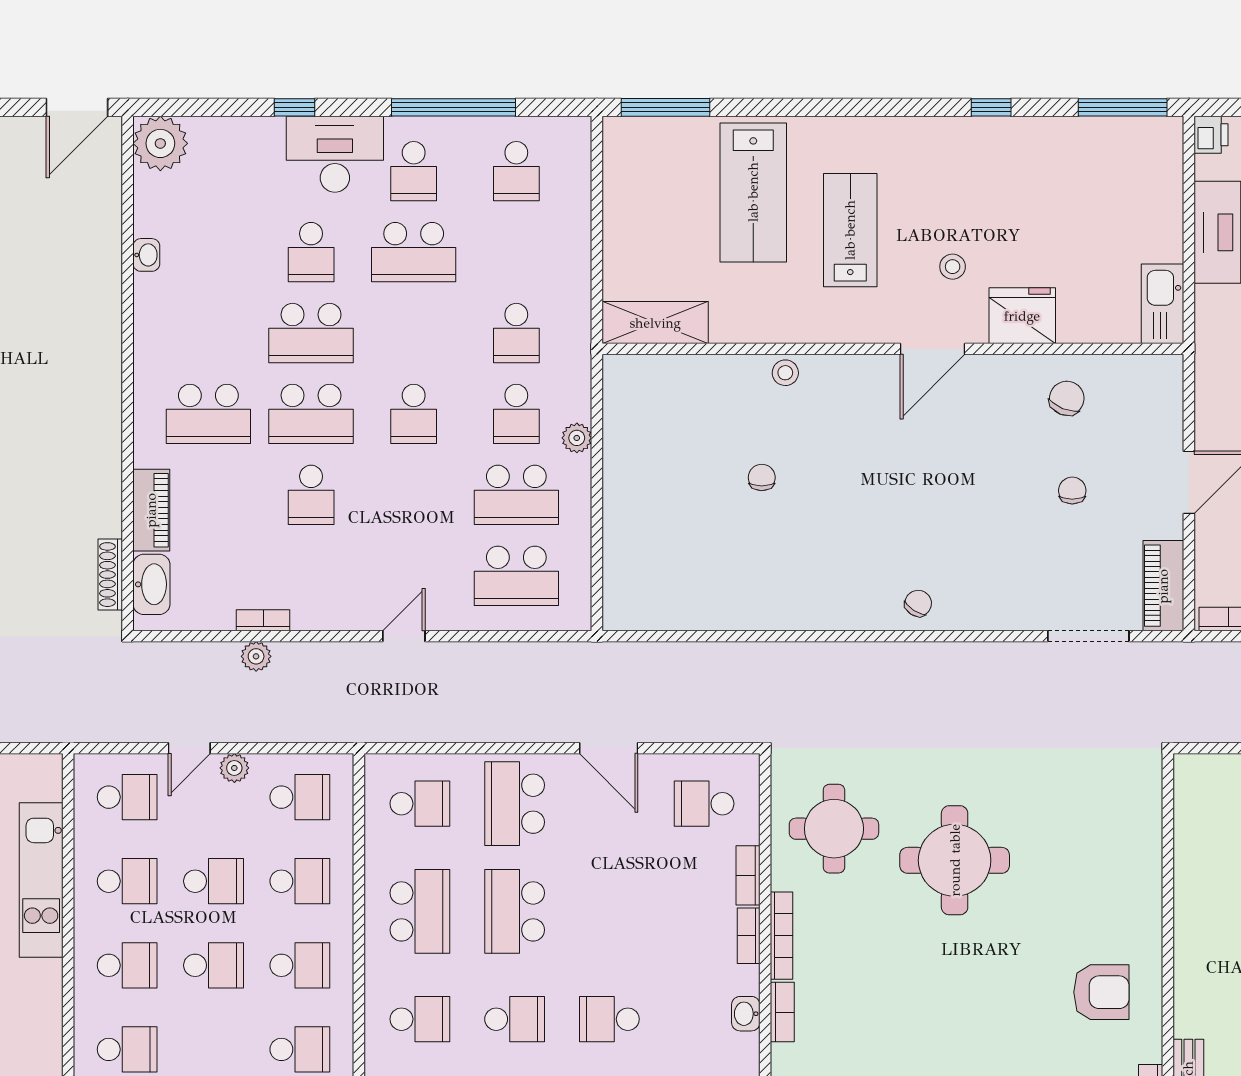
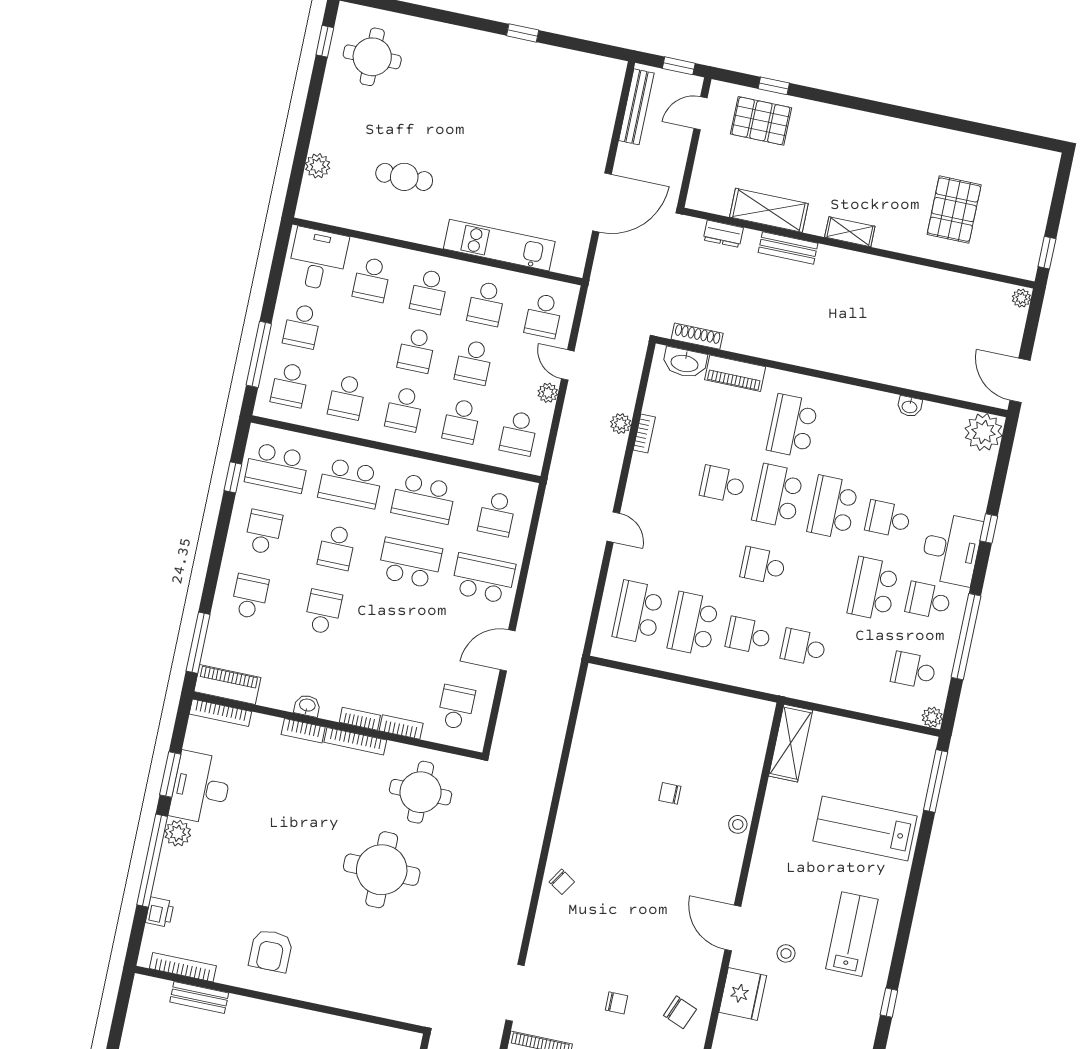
lab bench: (850, 230) -> (852, 934), moved, turned -90
plant: (577, 438) -> (932, 717), moved
chair: (762, 477) -> (670, 793), turned 180
school desk: (420, 1019) -> (350, 483), width x1.85

